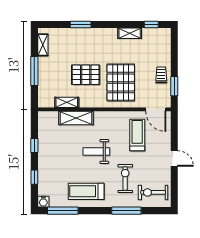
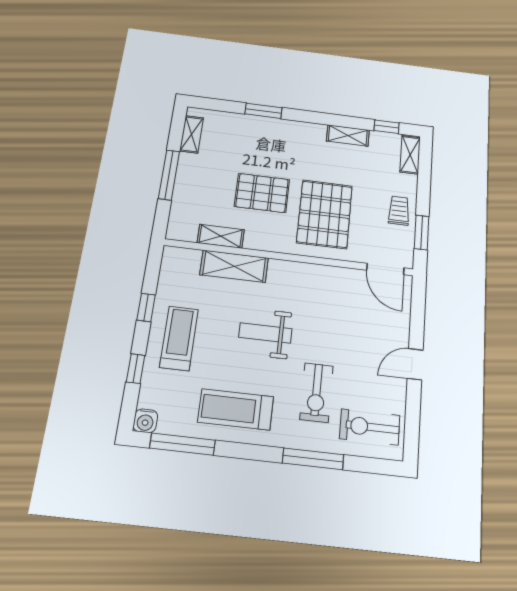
shelving: (166, 40) -> (410, 155), added
treadmill: (137, 135) -> (179, 338), moved
door: (174, 158) -> (415, 364), swing flipped
exercise bike: (125, 179) -> (317, 392), turned 180

